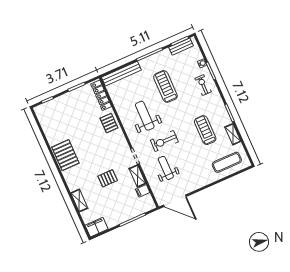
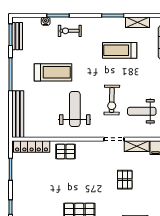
treadmill: (165, 86) -> (53, 72), turned 180
weight bench: (145, 116) -> (75, 109), turned 90

